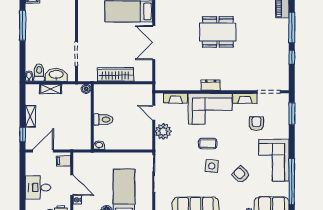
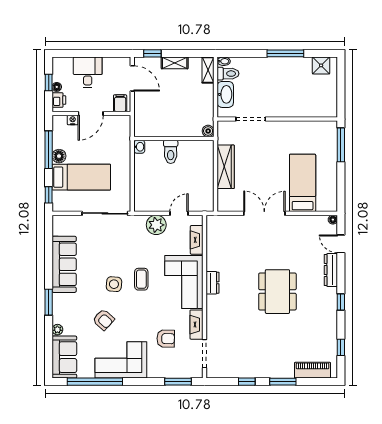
window: (292, 27) -> (283, 382), width x0.69
shelving: (51, 89) -> (208, 70), moved
armchair: (241, 175) -> (103, 320), turned 89

